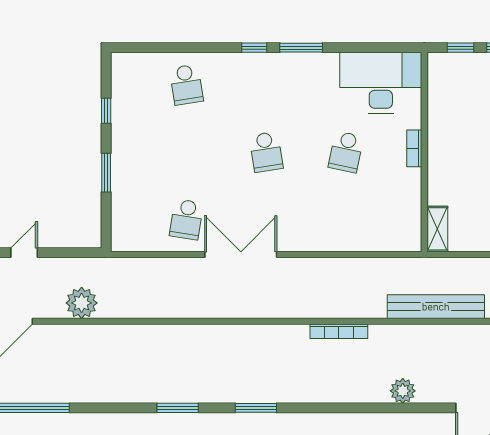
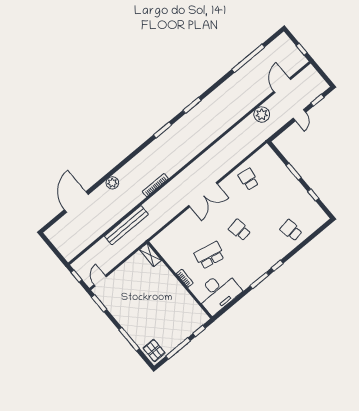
school desk: (346, 152) -> (209, 255), width x1.85
double door: (241, 254) -> (203, 195), moved

